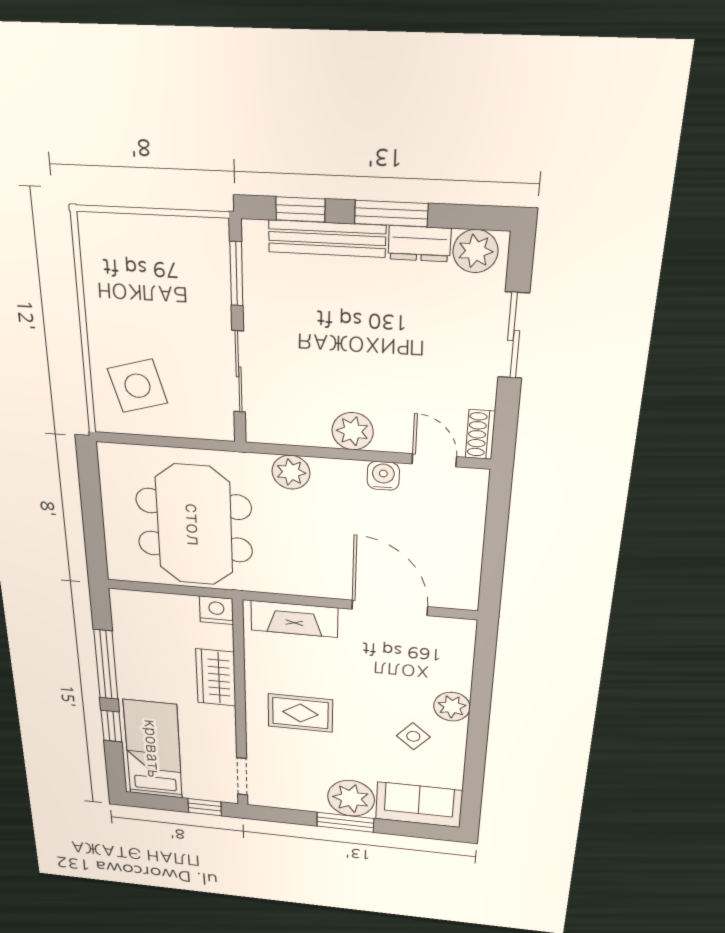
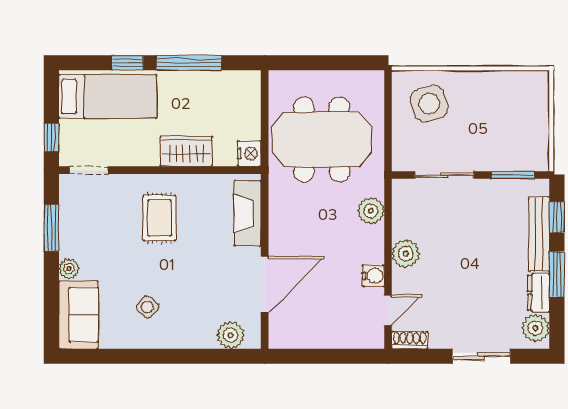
plant: (452, 707) -> (231, 335), moved
plant: (351, 798) -> (69, 269), width x0.53, depth x0.53
window: (345, 822) -> (51, 228), moved

